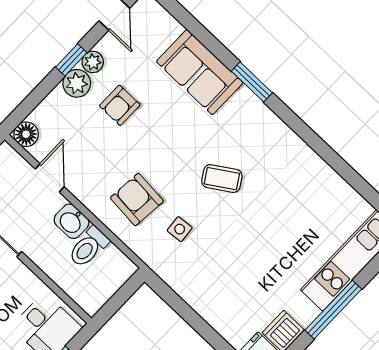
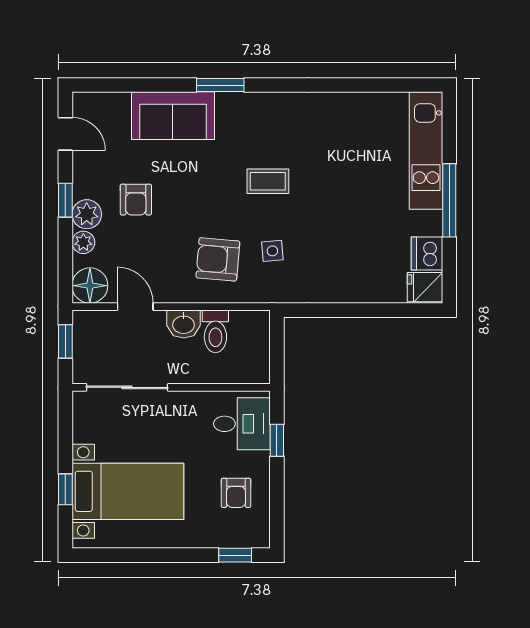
plant: (93, 62) -> (83, 242), moved
floor lamp: (26, 134) -> (90, 286), width x1.38, depth x1.38
coffee table: (222, 179) -> (268, 181), turned 33

